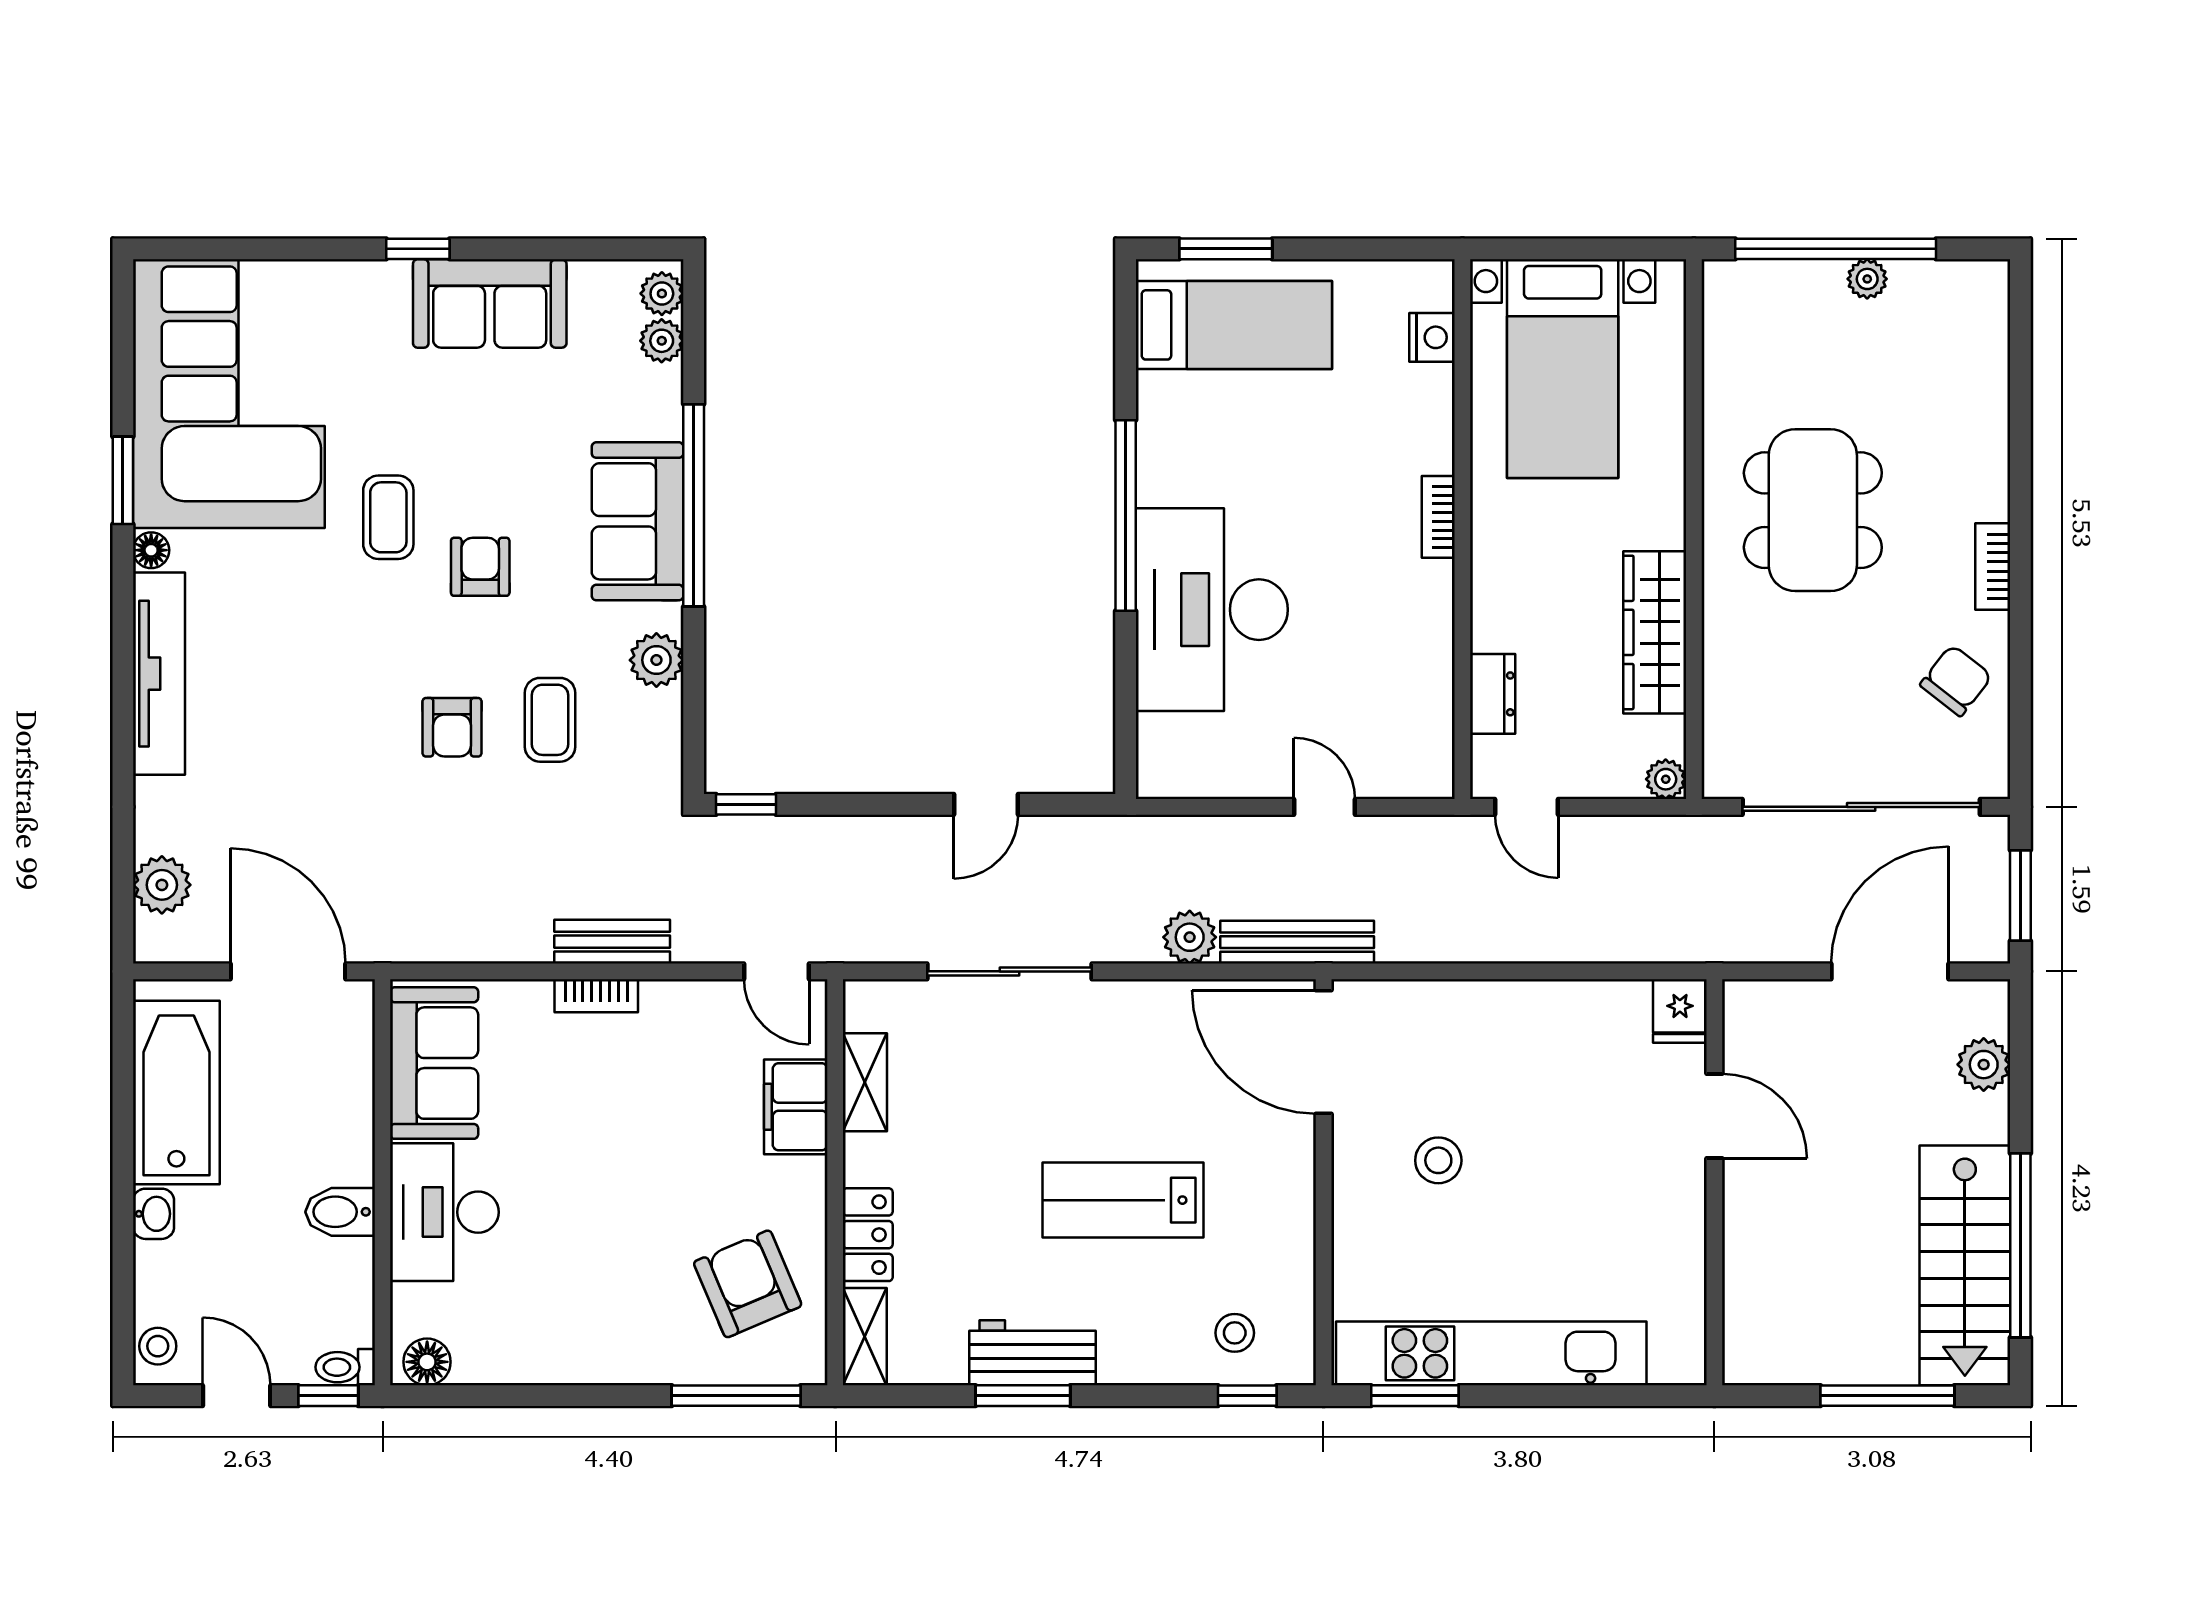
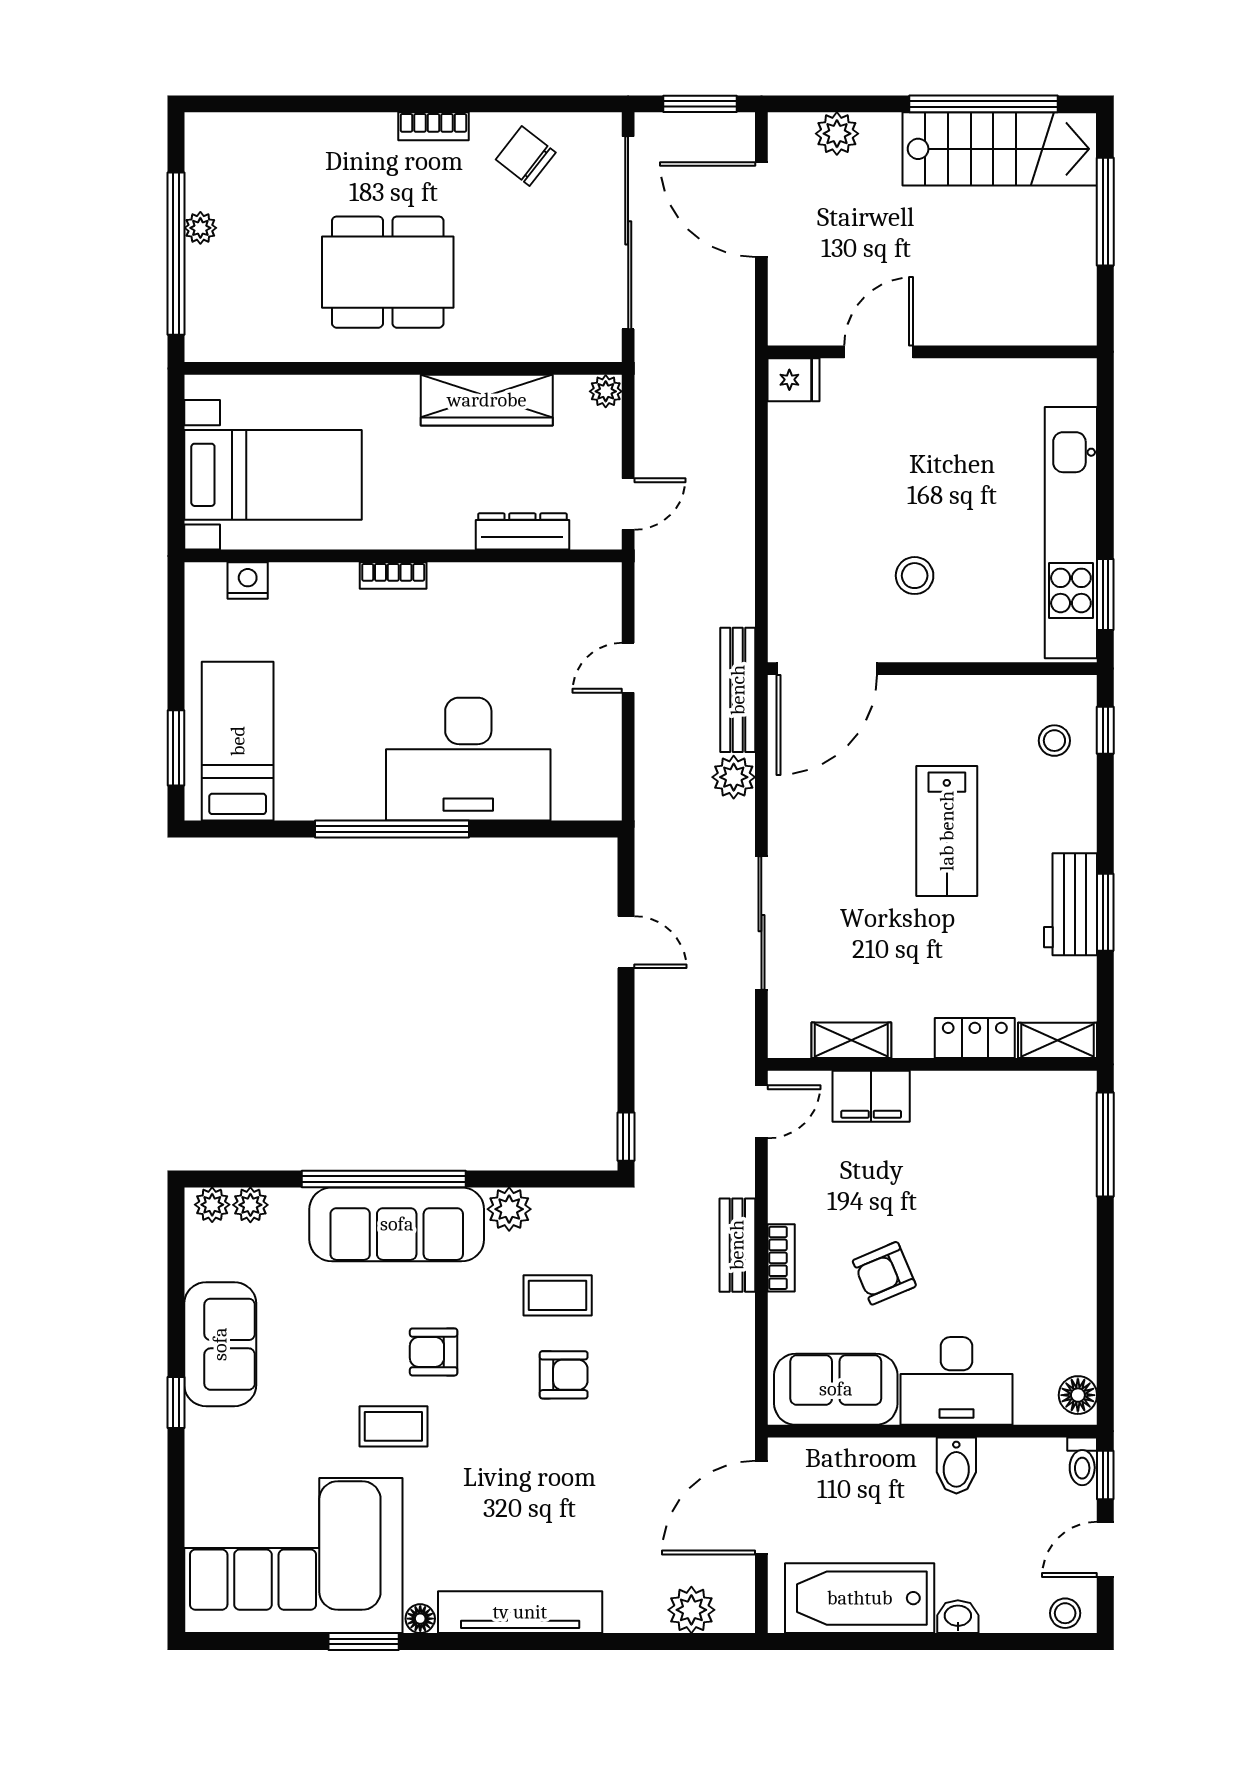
sofa: (638, 521) -> (397, 1224), width x1.36
dresser: (1493, 694) -> (522, 531), width x1.44
armchair: (748, 1284) -> (884, 1273), moved, width x0.72, depth x0.72

